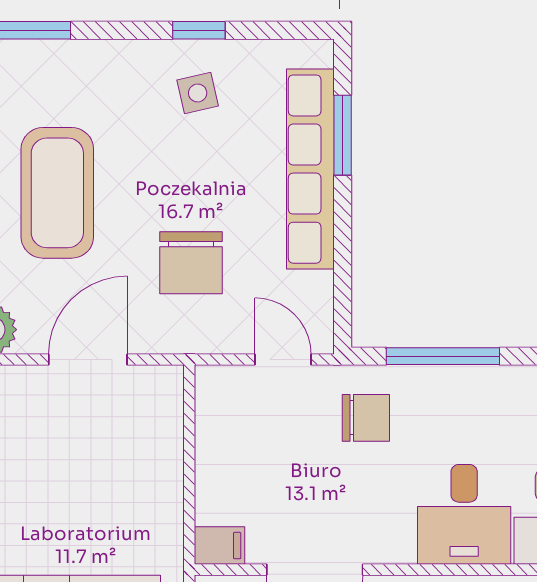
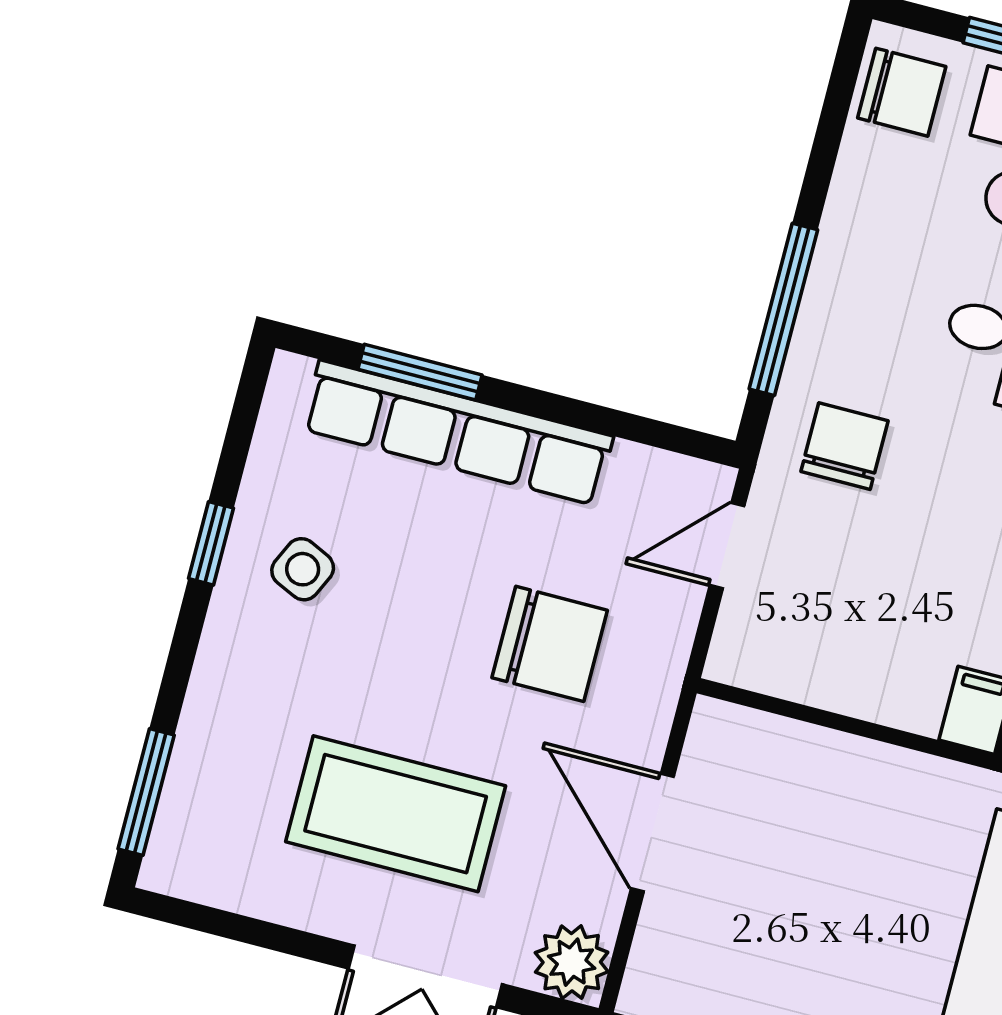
side table: (198, 93) -> (303, 569), turned 38

